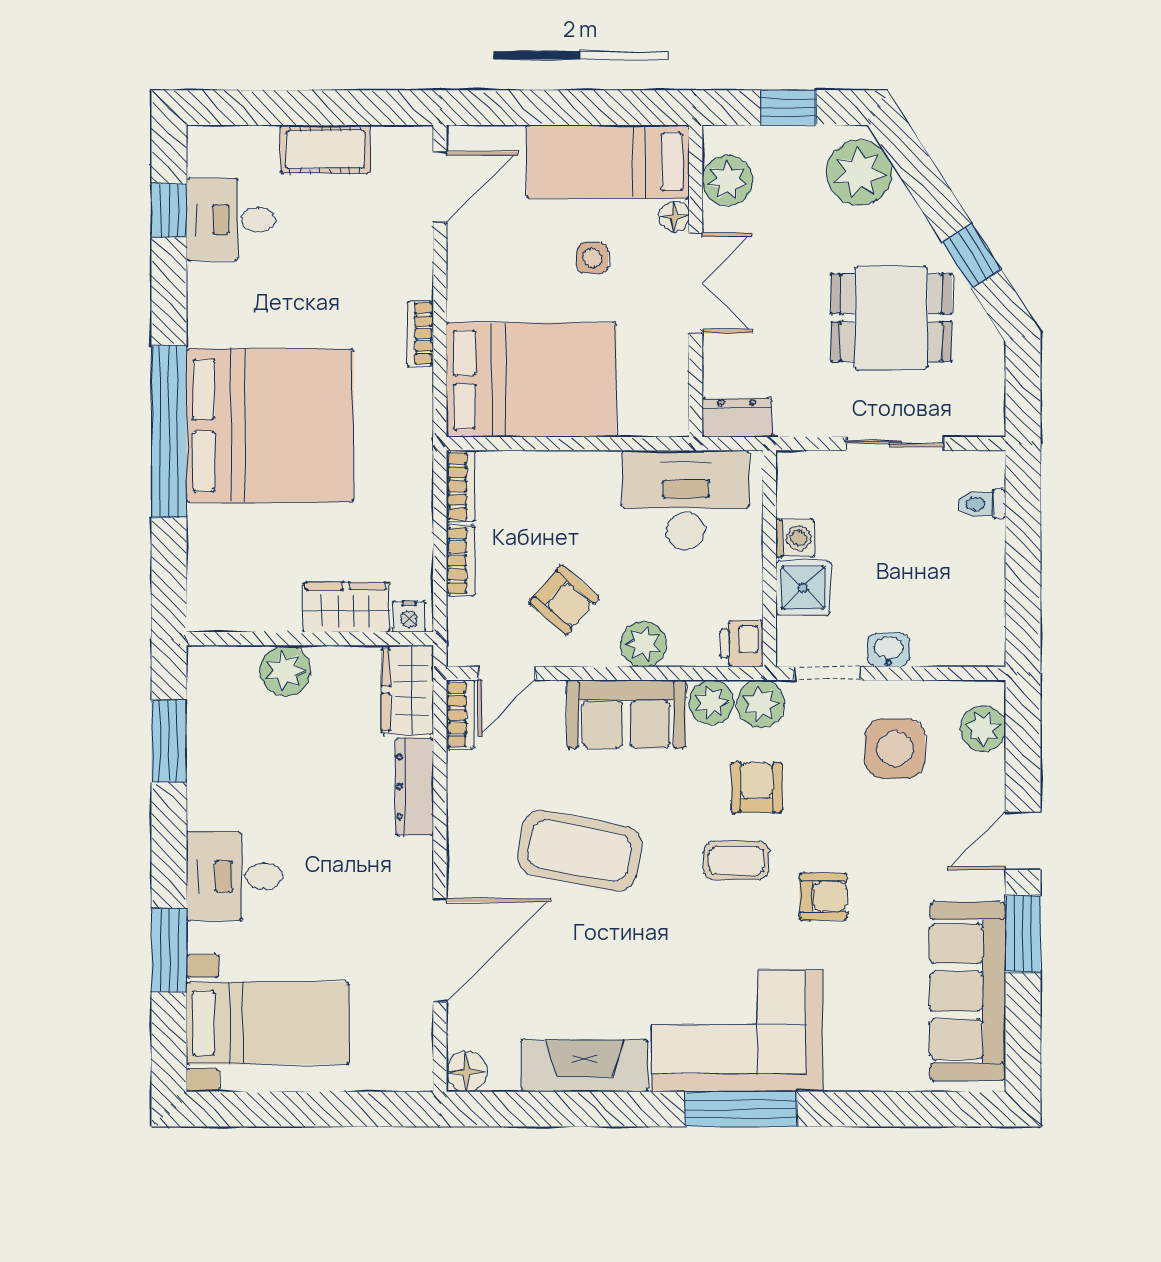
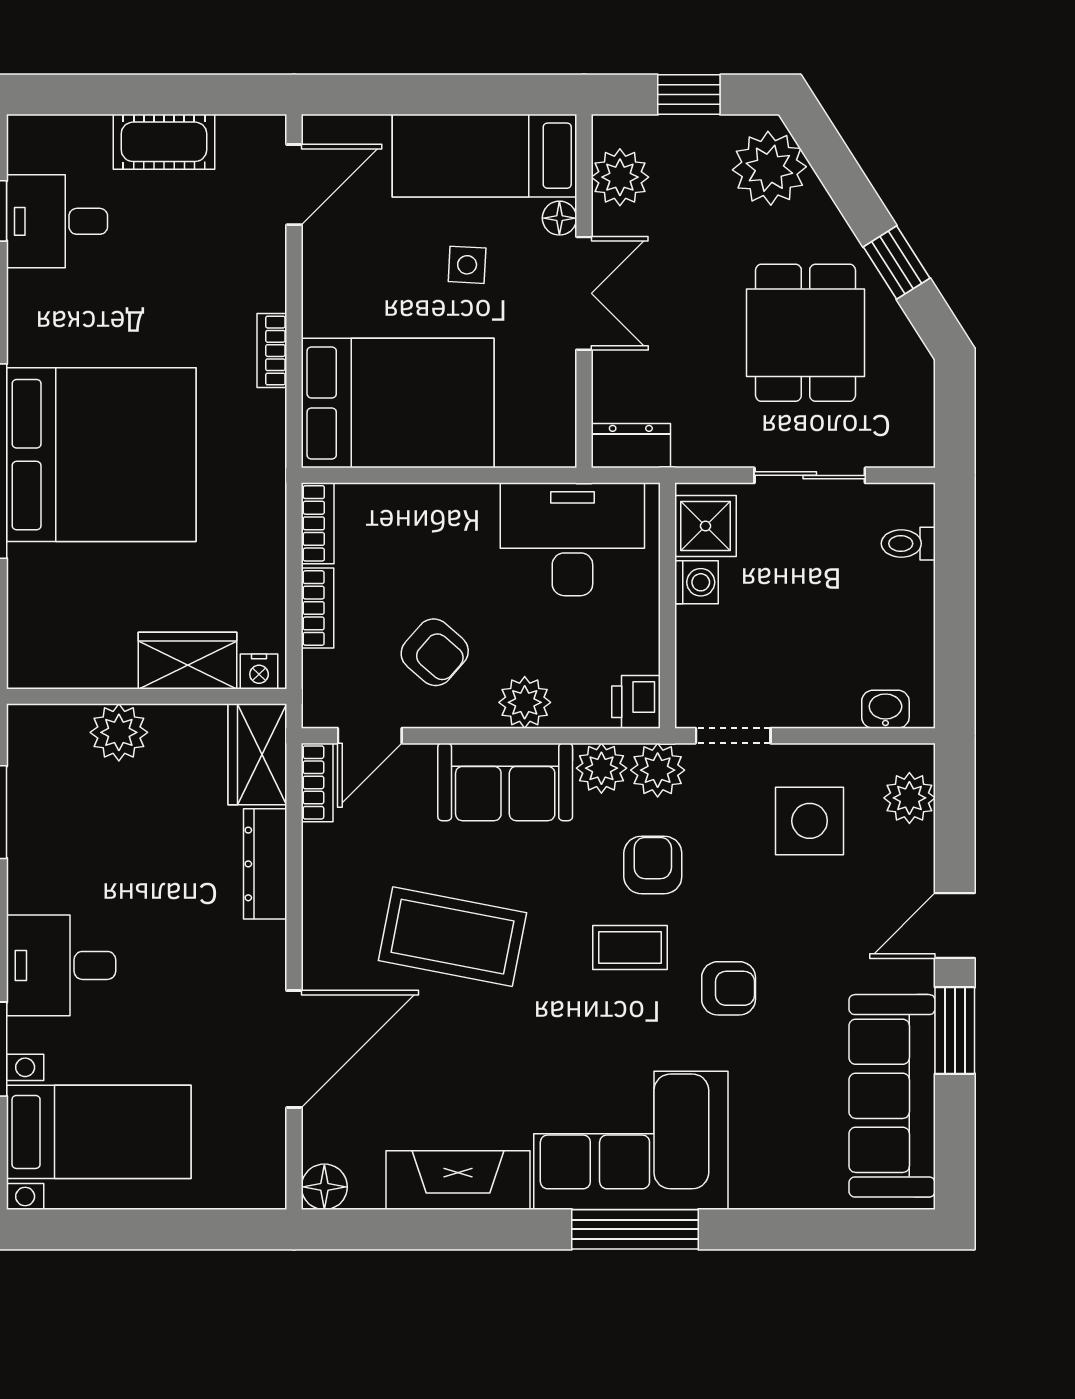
dining table: (891, 318) -> (806, 333), turned 90
shower: (803, 588) -> (706, 526), moved
washbasin: (888, 650) -> (885, 709), moved

